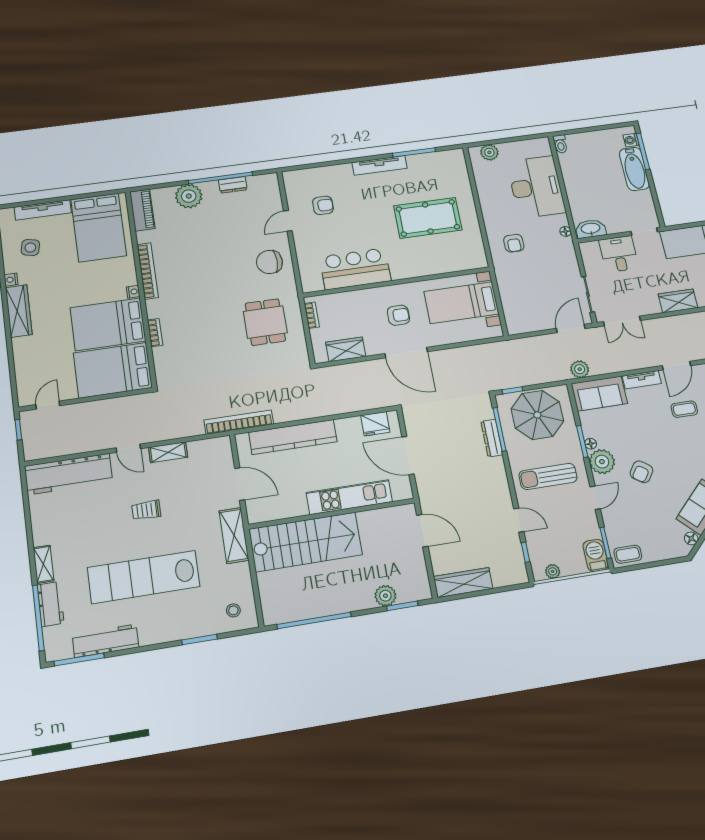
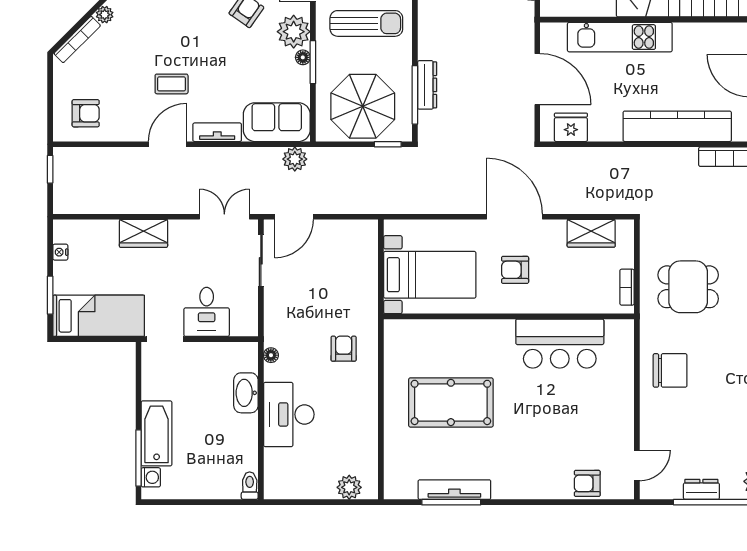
tv unit: (380, 165) -> (454, 490), moved
desk: (536, 187) -> (289, 414), width x0.73, depth x0.77
armchair: (323, 205) -> (587, 483), moved
door: (288, 221) -> (637, 466), moved
washbasin: (591, 229) -> (246, 393), moved, turned 90
dining table: (265, 322) -> (688, 287), turned 90

